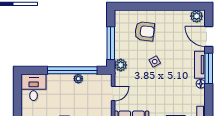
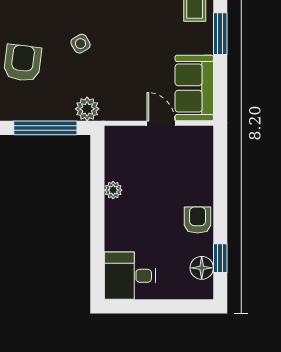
window: (72, 70) -> (97, 202), removed
door: (113, 93) -> (161, 123), moved

